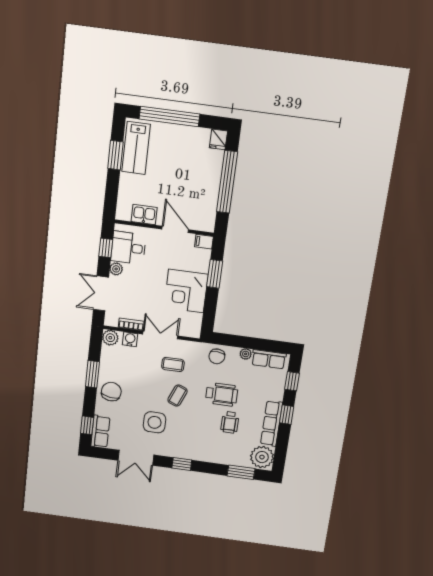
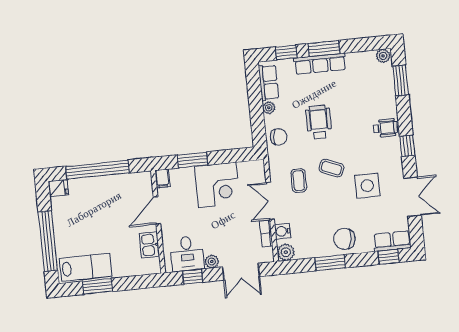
window: (287, 415) -> (324, 49), width x1.50
wheelchair: (230, 422) -> (385, 128), moved
row of seats: (271, 423) -> (320, 64), moved
plant: (262, 457) -> (383, 56), width x0.53, depth x0.53

